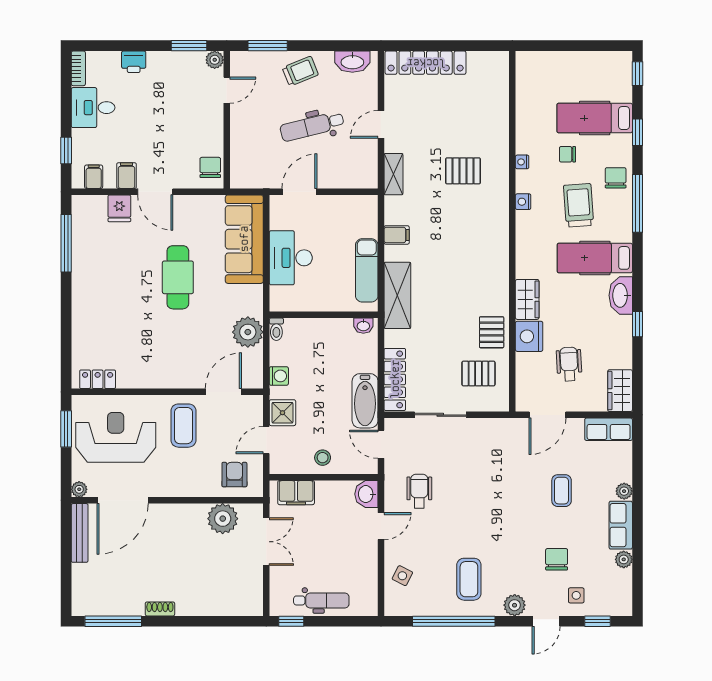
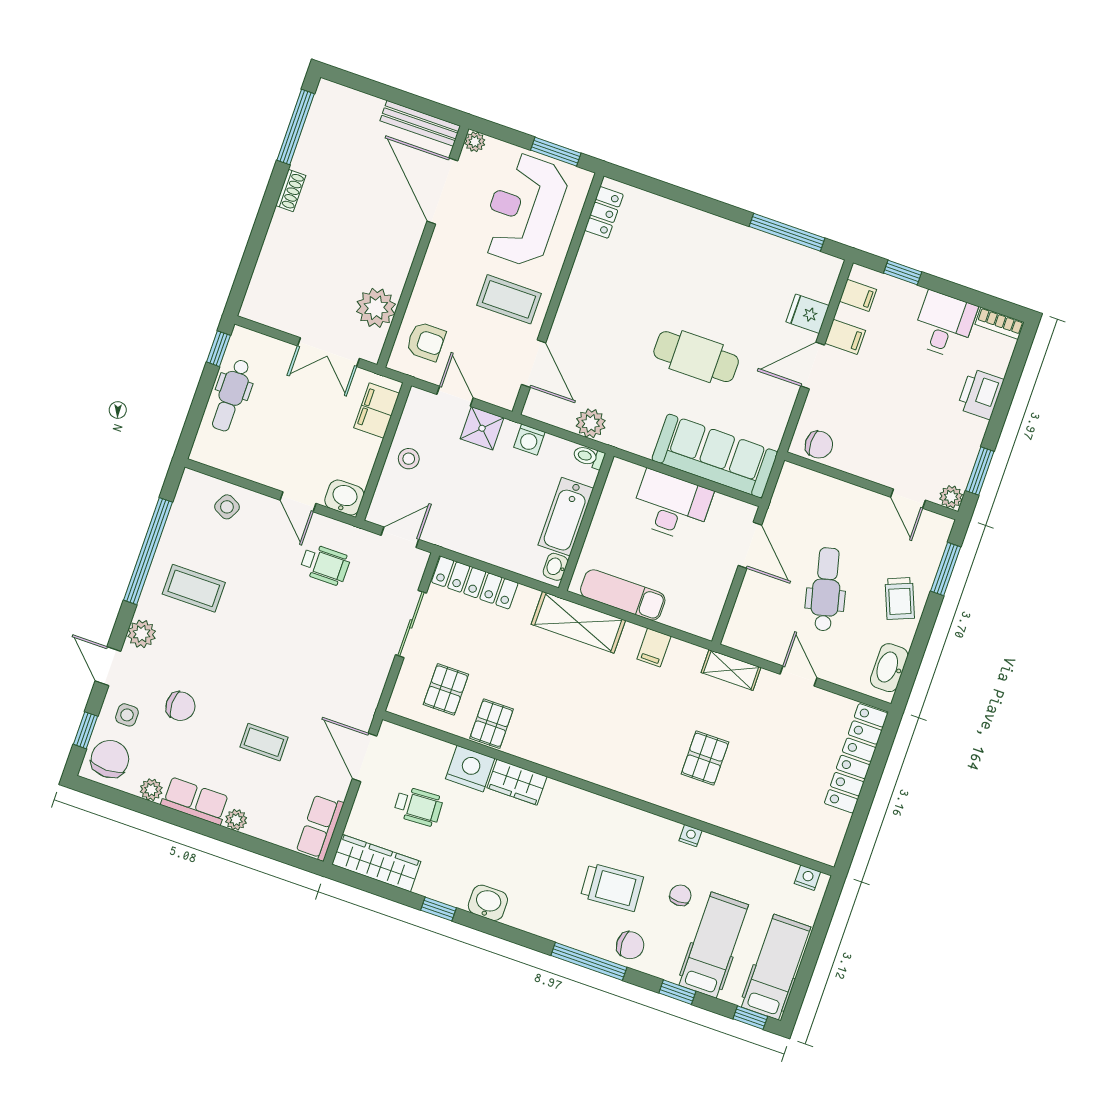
printer: (134, 62) -> (980, 394), width x1.36, depth x1.24
nightstand: (523, 202) -> (807, 878), moved
hospital bed: (595, 258) -> (776, 967), moved
washbasin: (621, 295) -> (488, 903), width x0.72
plant: (248, 332) -> (591, 423), width x0.73, depth x0.73
pallet: (492, 332) -> (492, 724), turned 90
wardrobe: (620, 391) -> (376, 863), width x1.50
bathtub: (365, 401) -> (566, 517), moved, turned -90
reception desk: (116, 437) -> (524, 210), turned 180
chair: (612, 597) -> (110, 759), added

